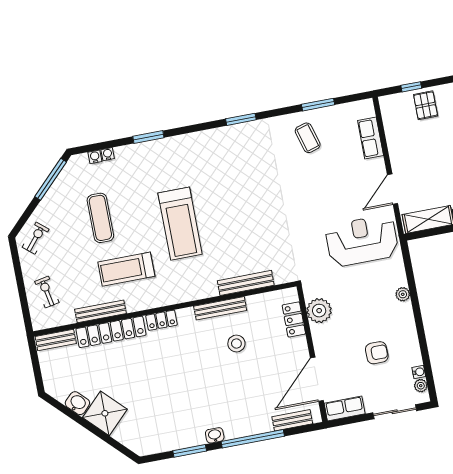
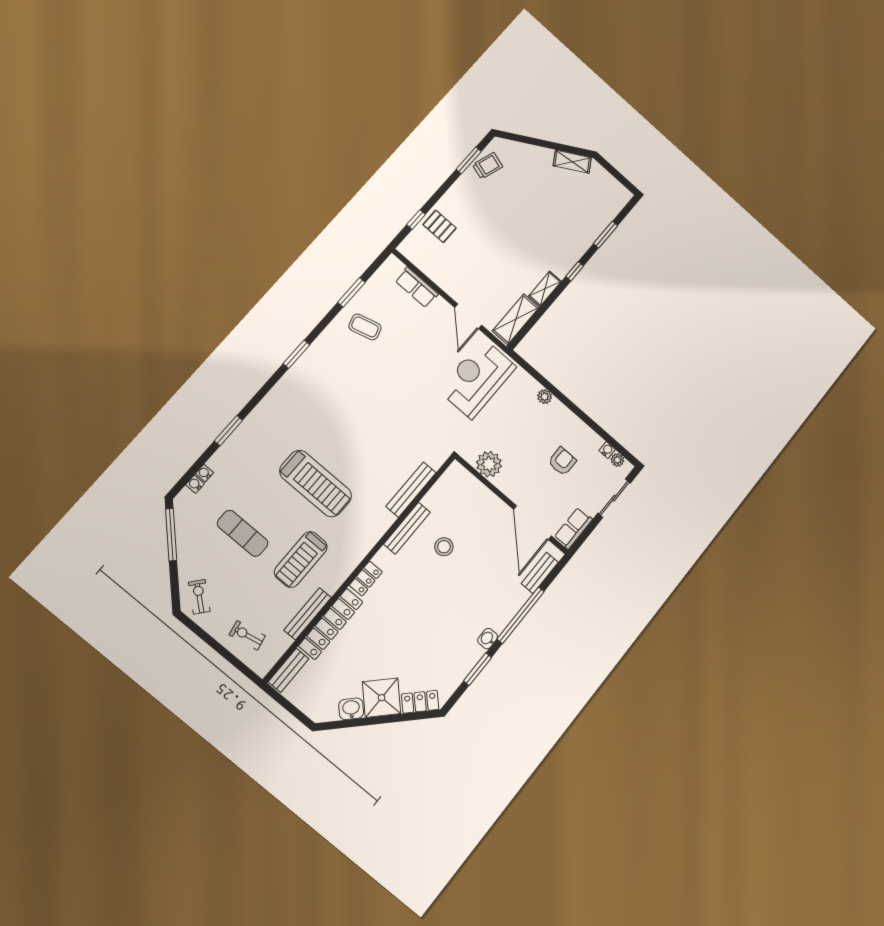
locker: (294, 320) -> (420, 702), moved, turned 135

